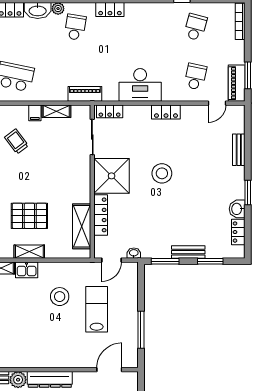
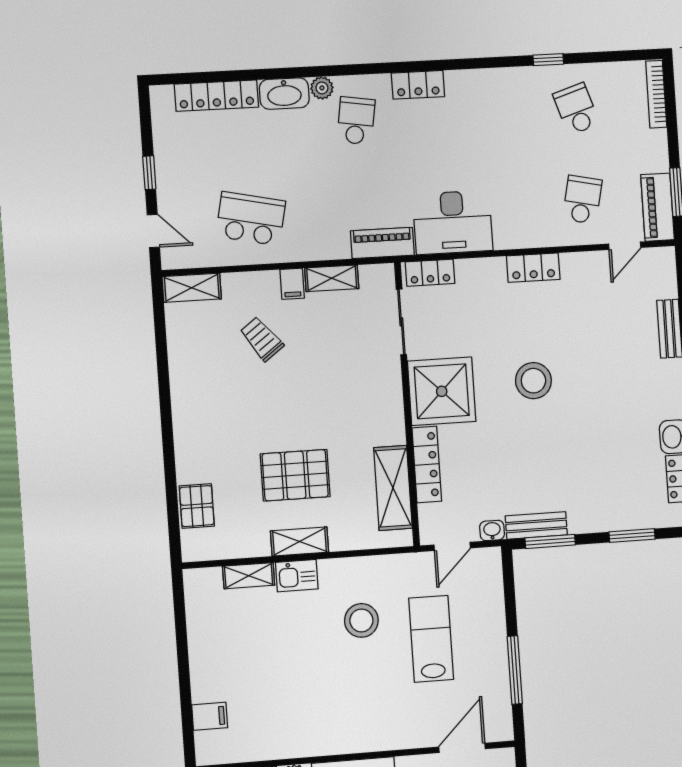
school desk: (195, 27) -> (576, 109), turned -33
desk: (140, 85) -> (453, 222), moved
bench: (188, 252) -> (536, 525), moved

